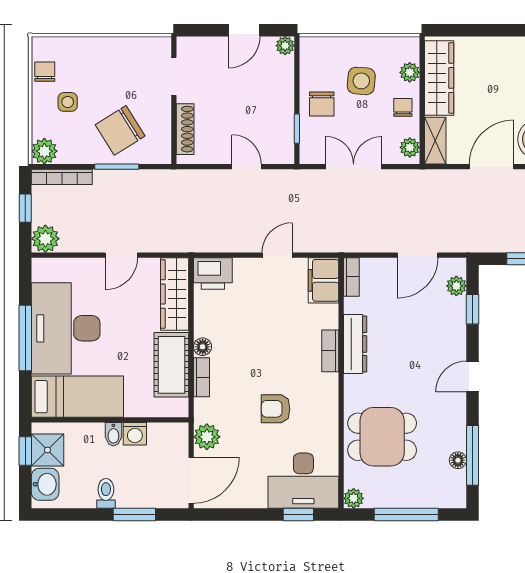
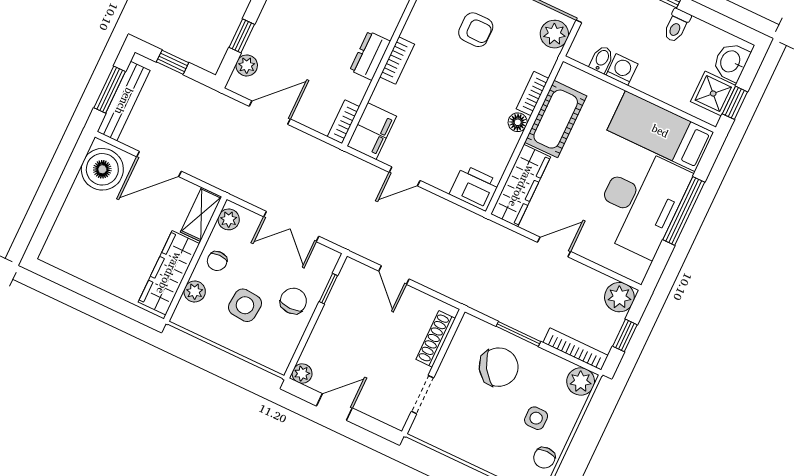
dresser: (355, 344) -> (370, 56), width x0.70
bidet: (113, 434) -> (602, 59), moved

